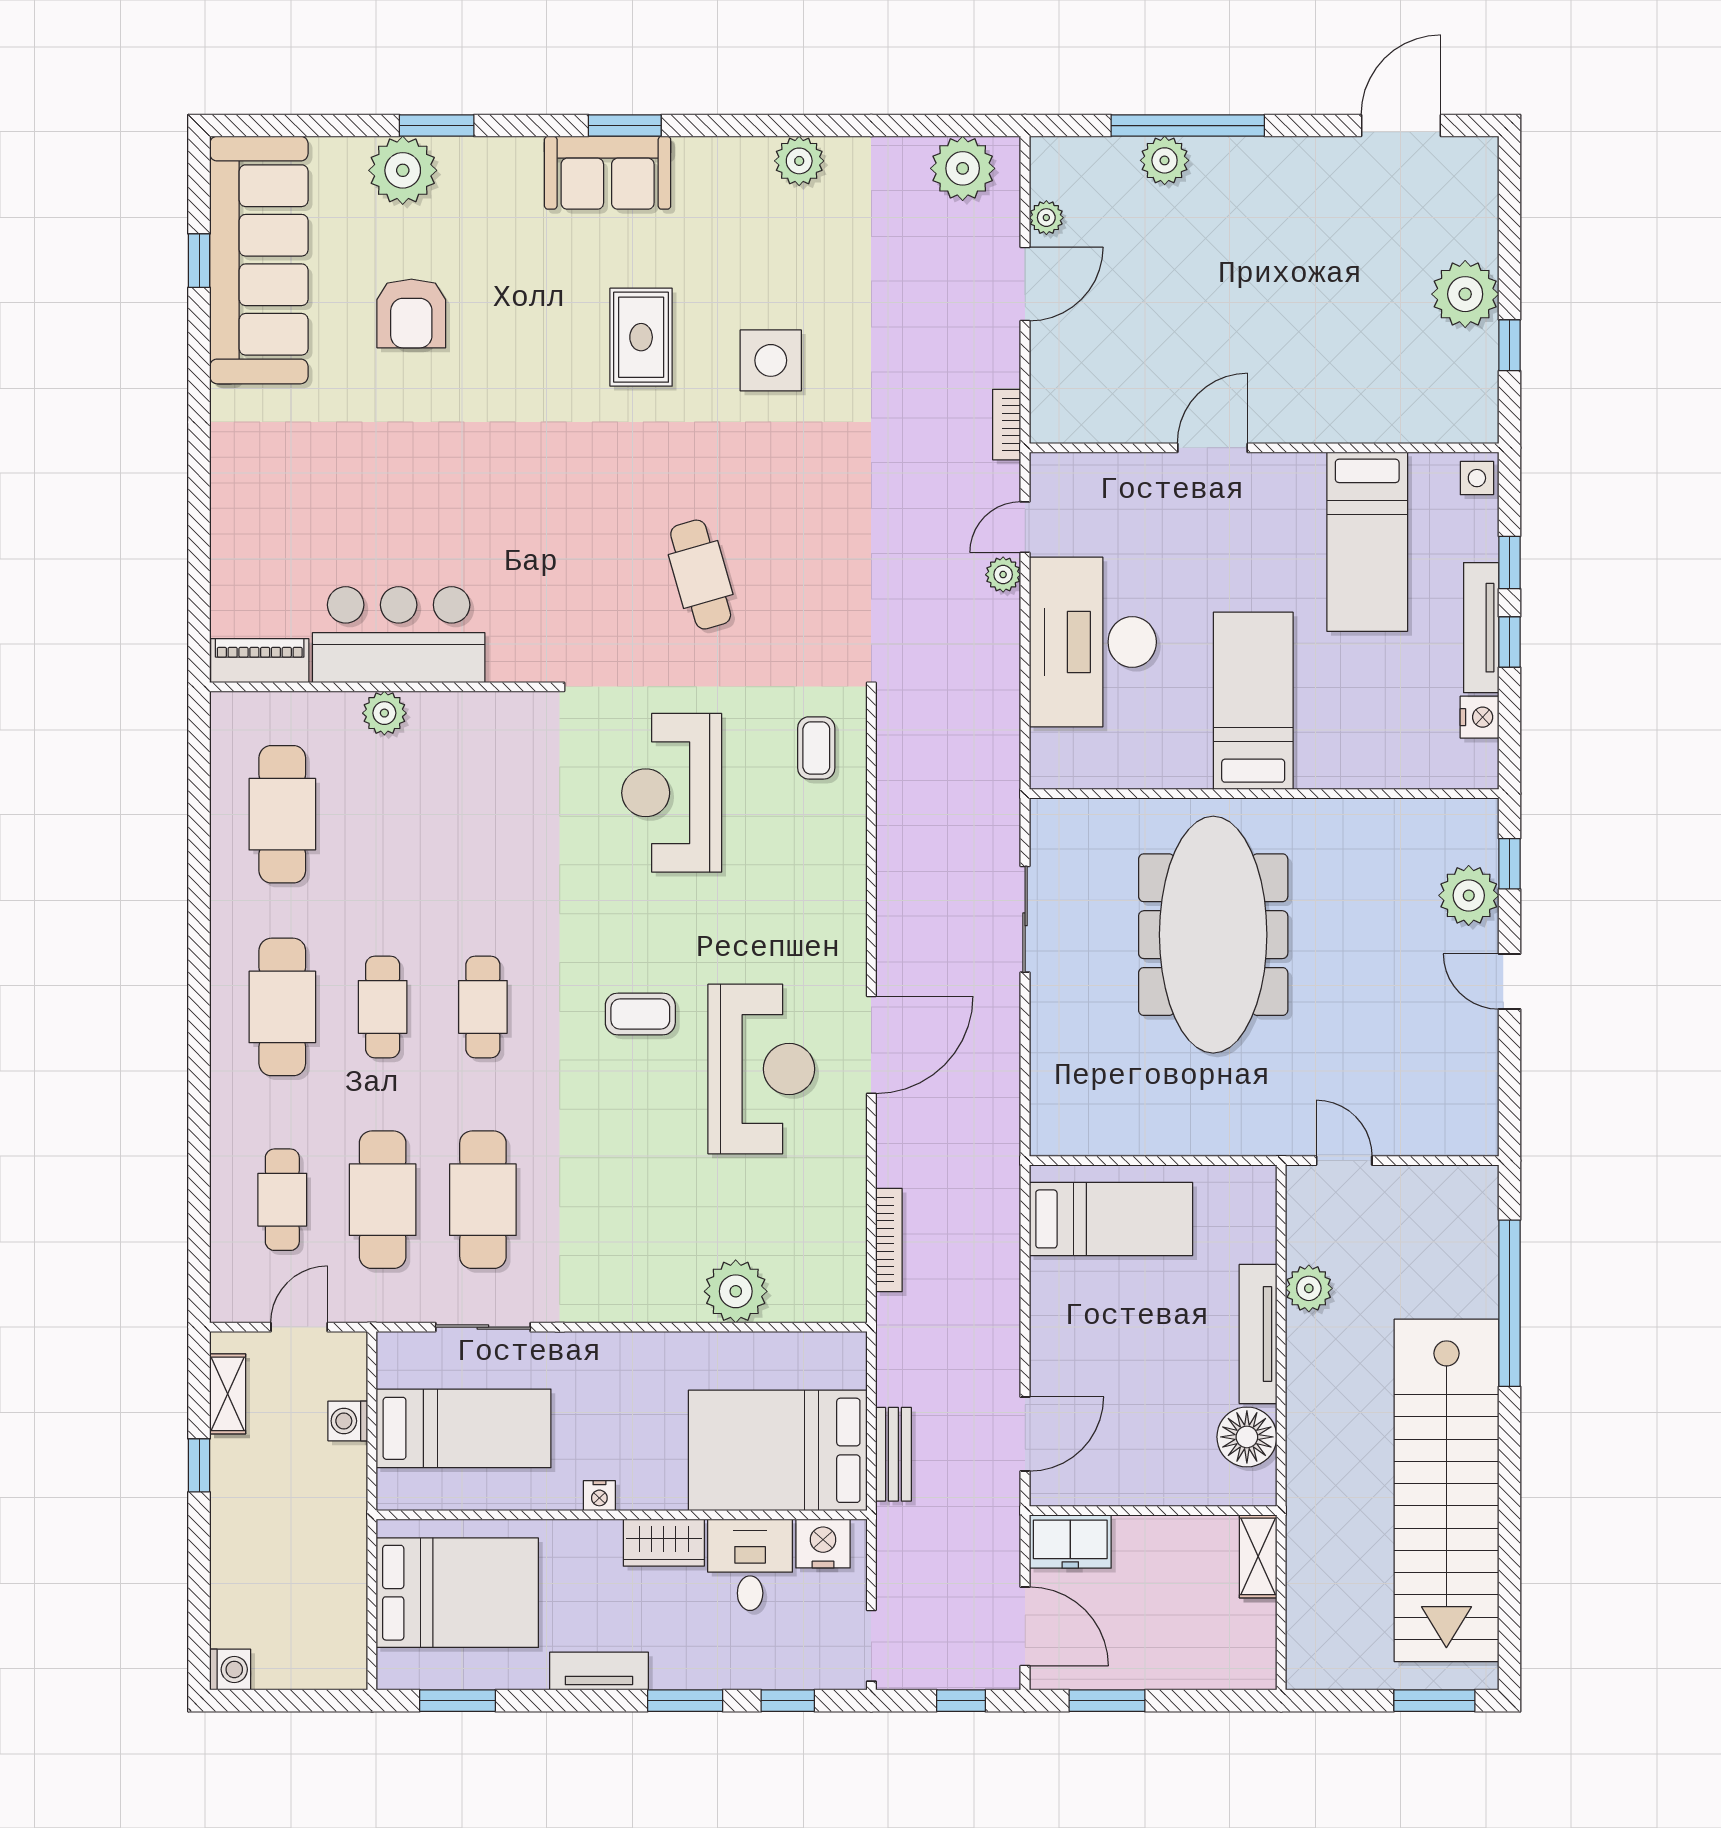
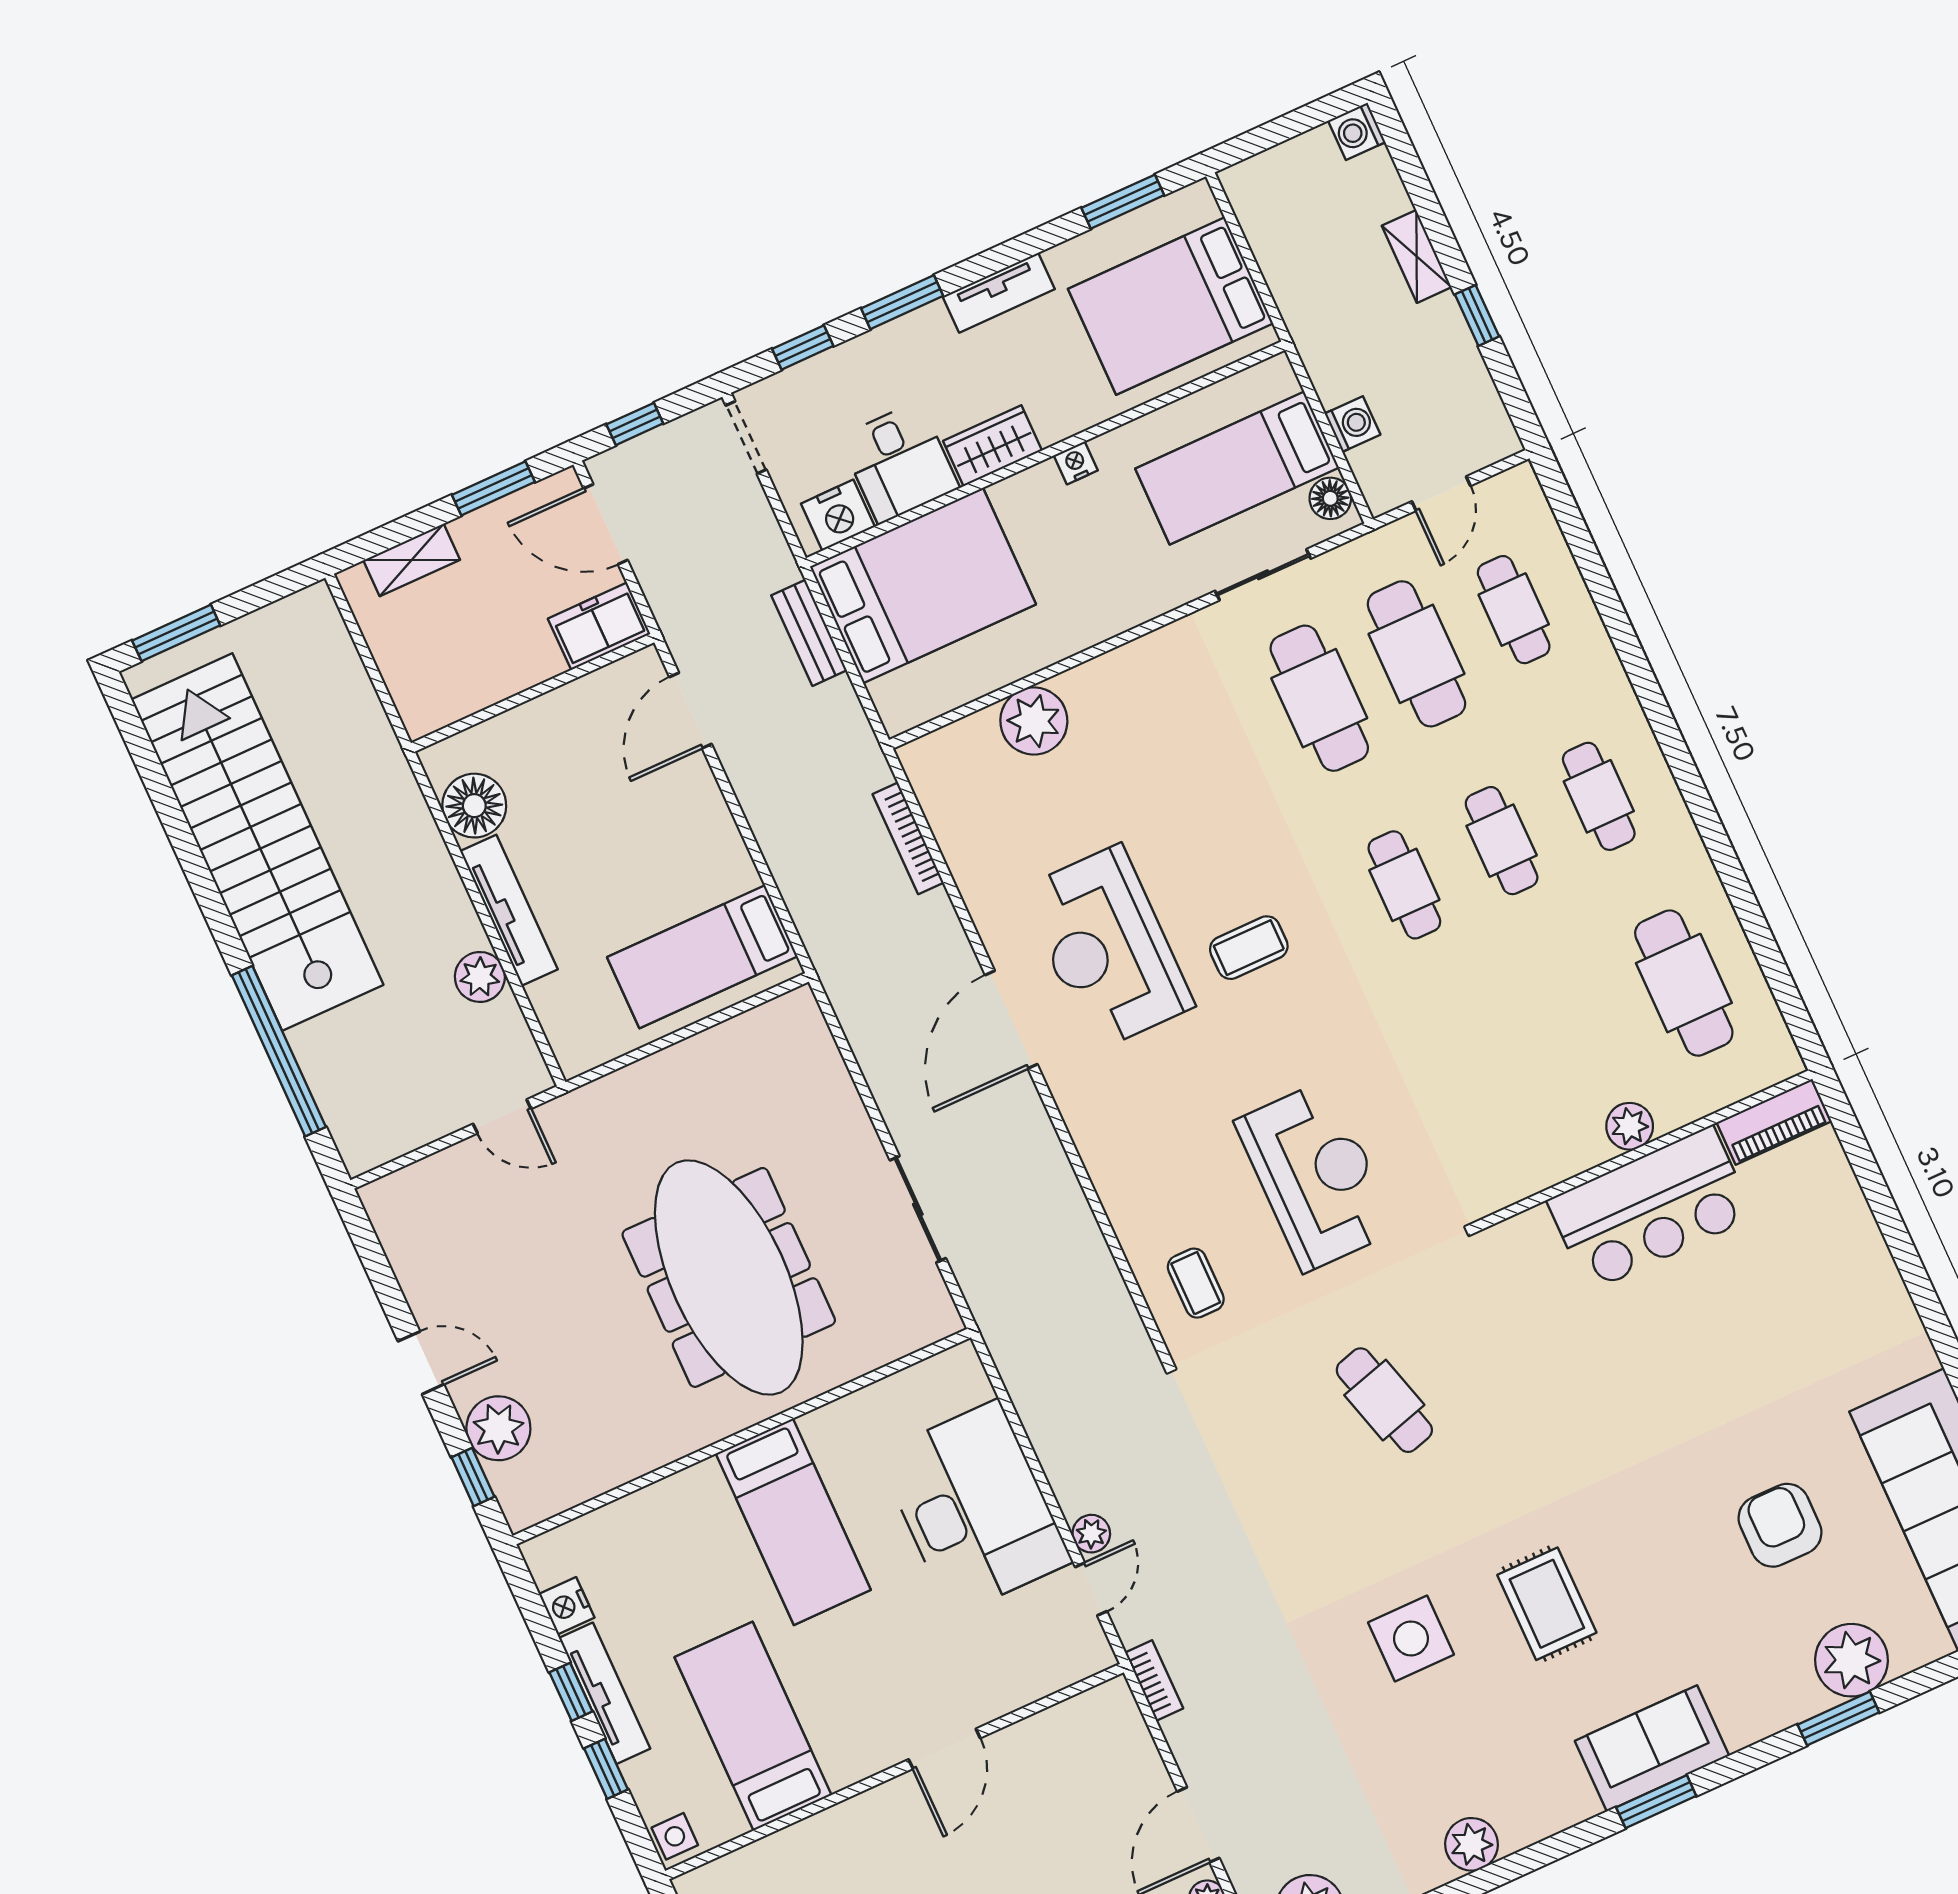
cafe table: (282, 1007) -> (1599, 796), width x0.73, depth x0.74
floor lamp: (396, 1366) -> (1330, 498), added
shelving: (228, 1394) -> (1417, 256), moved
shelving: (1258, 1556) -> (412, 560), moved, turned 90

